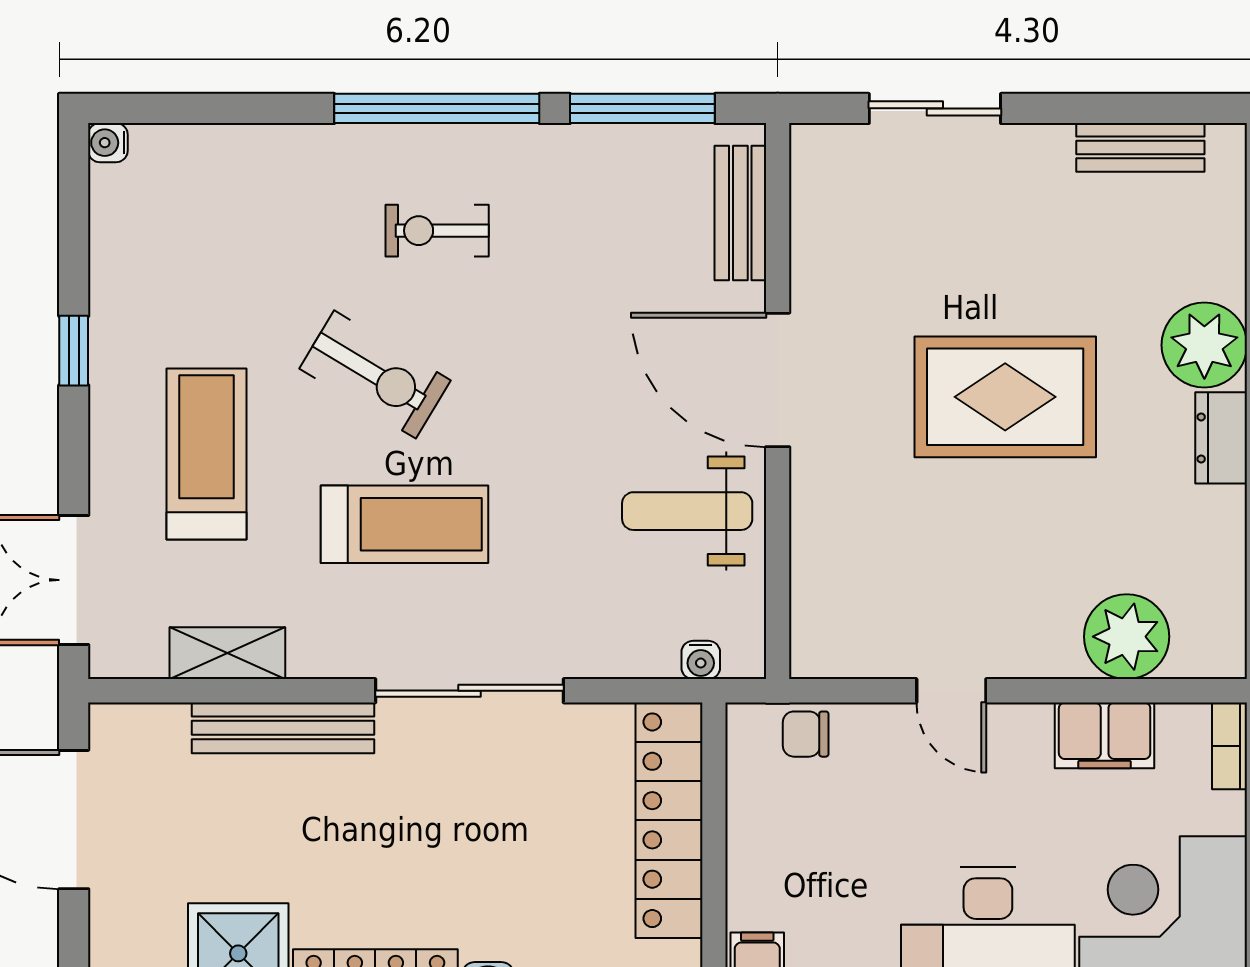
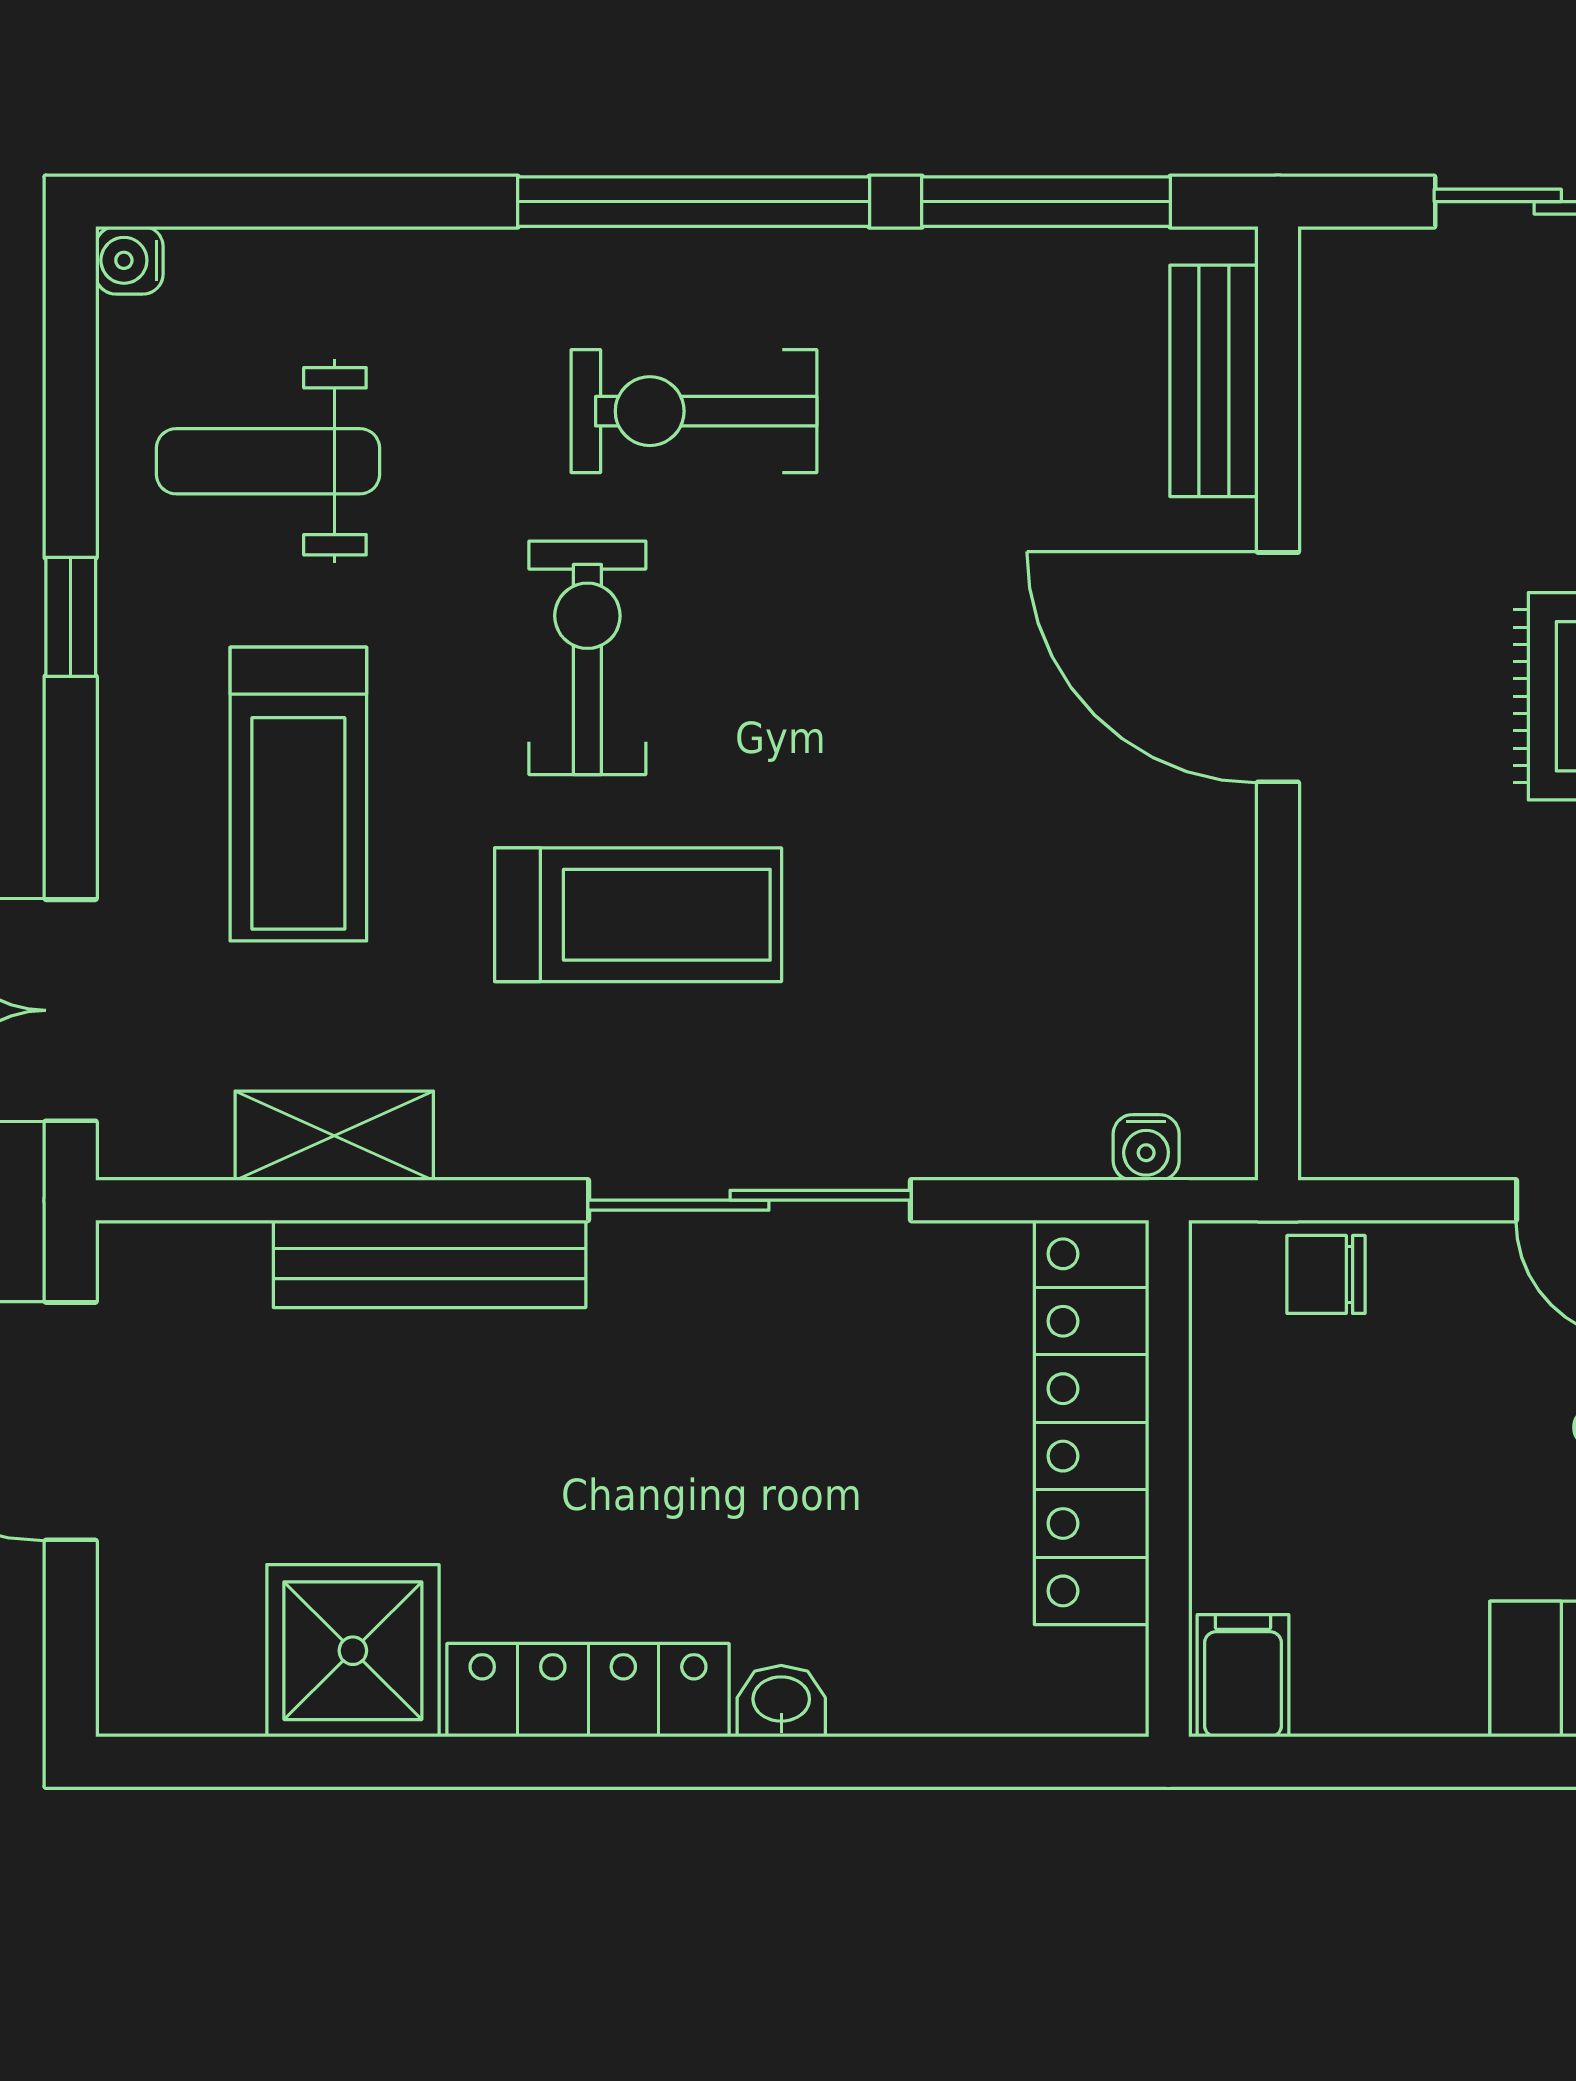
exercise bike: (437, 231) -> (694, 411), width x1.38, depth x1.39
exercise bike: (375, 374) -> (587, 658), turned -121
treadmill: (206, 454) -> (298, 794), turned 180
weight bench: (687, 511) -> (268, 461), moved

